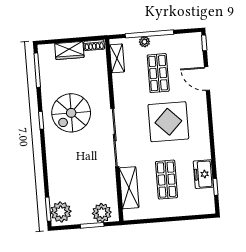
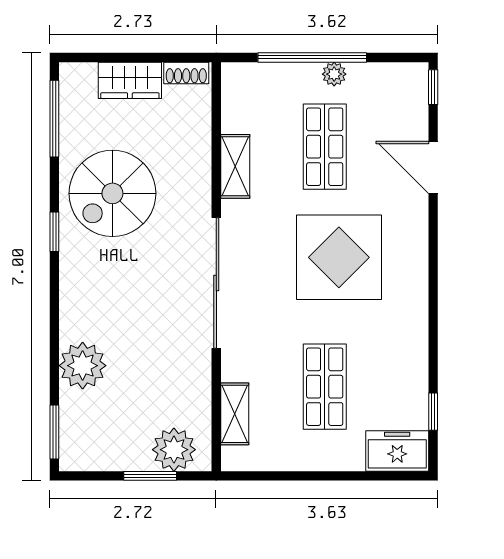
plant: (144, 42) -> (334, 74), moved
shelving: (117, 58) -> (235, 166), moved
spiral stairs: (71, 113) -> (112, 193), moved
freezer: (203, 174) -> (397, 451), moved, turned 90
shelving: (129, 188) -> (235, 414), width x0.67, depth x0.75
plant: (61, 212) -> (83, 366), moved

